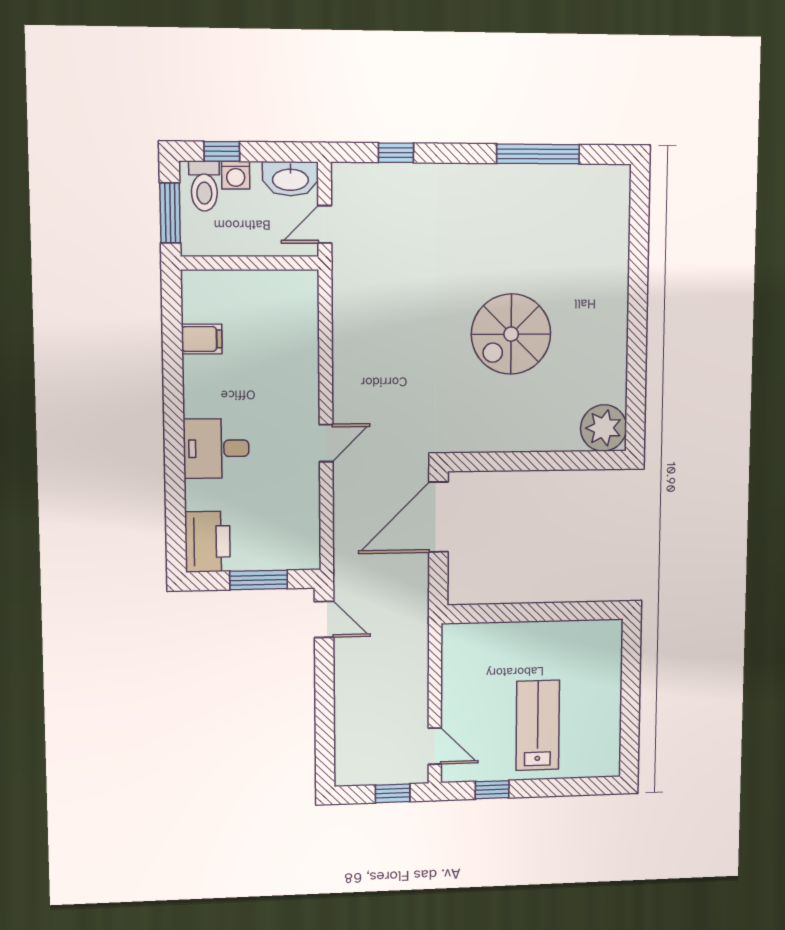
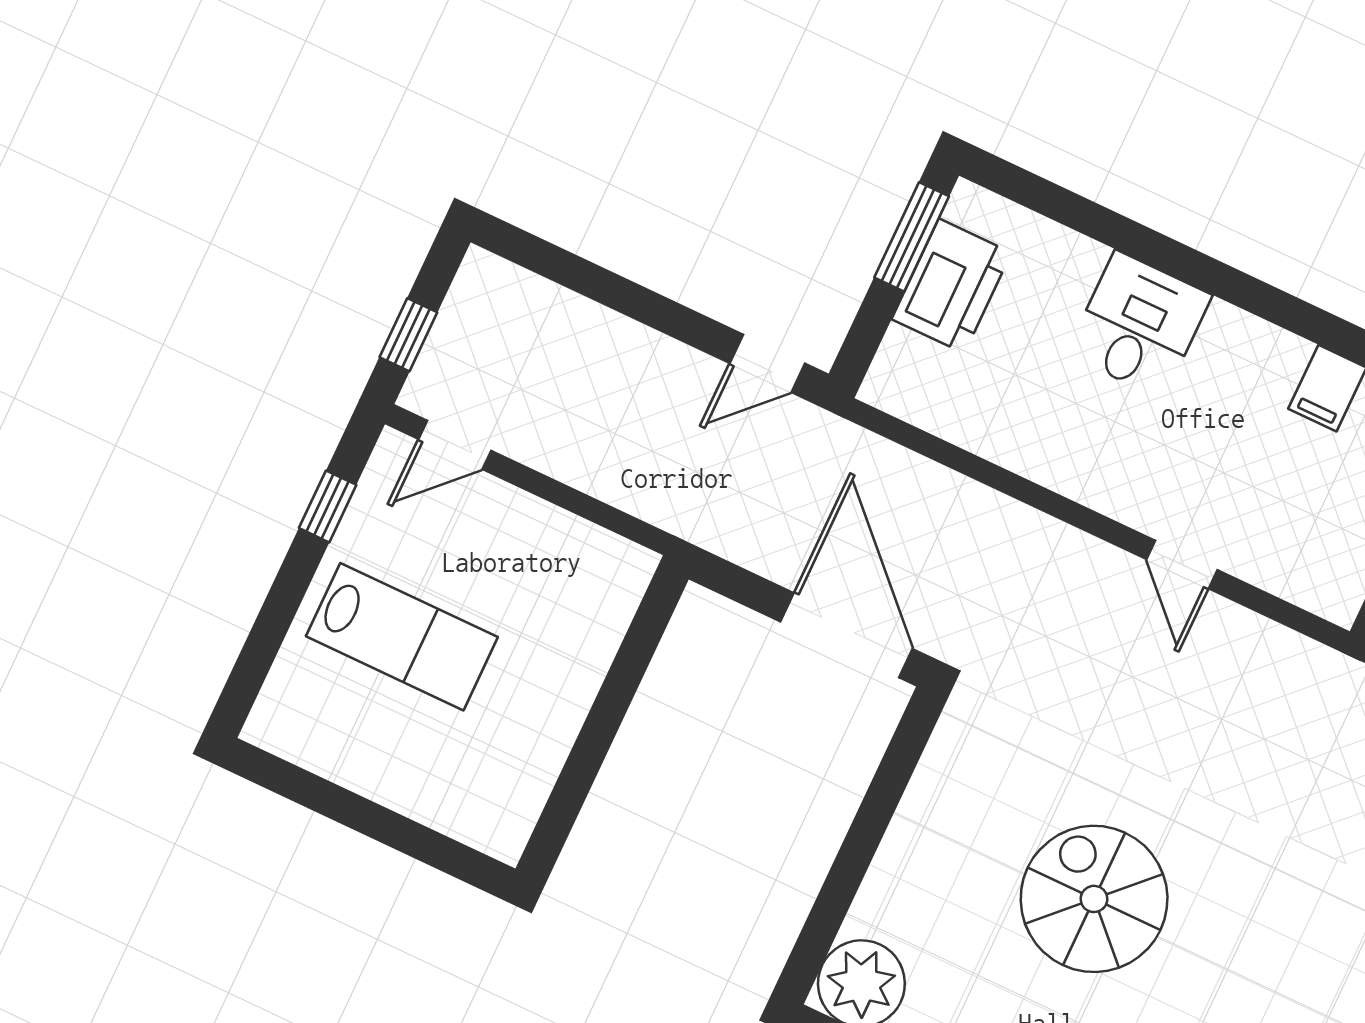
door: (326, 443) -> (1182, 565), moved
printer: (208, 542) -> (952, 286), moved, turned -90
window: (259, 580) -> (912, 237), moved

